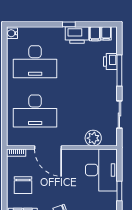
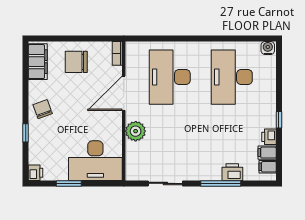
printer: (77, 35) -> (269, 137), width x0.53, depth x0.68
plant: (93, 138) -> (136, 131), moved

